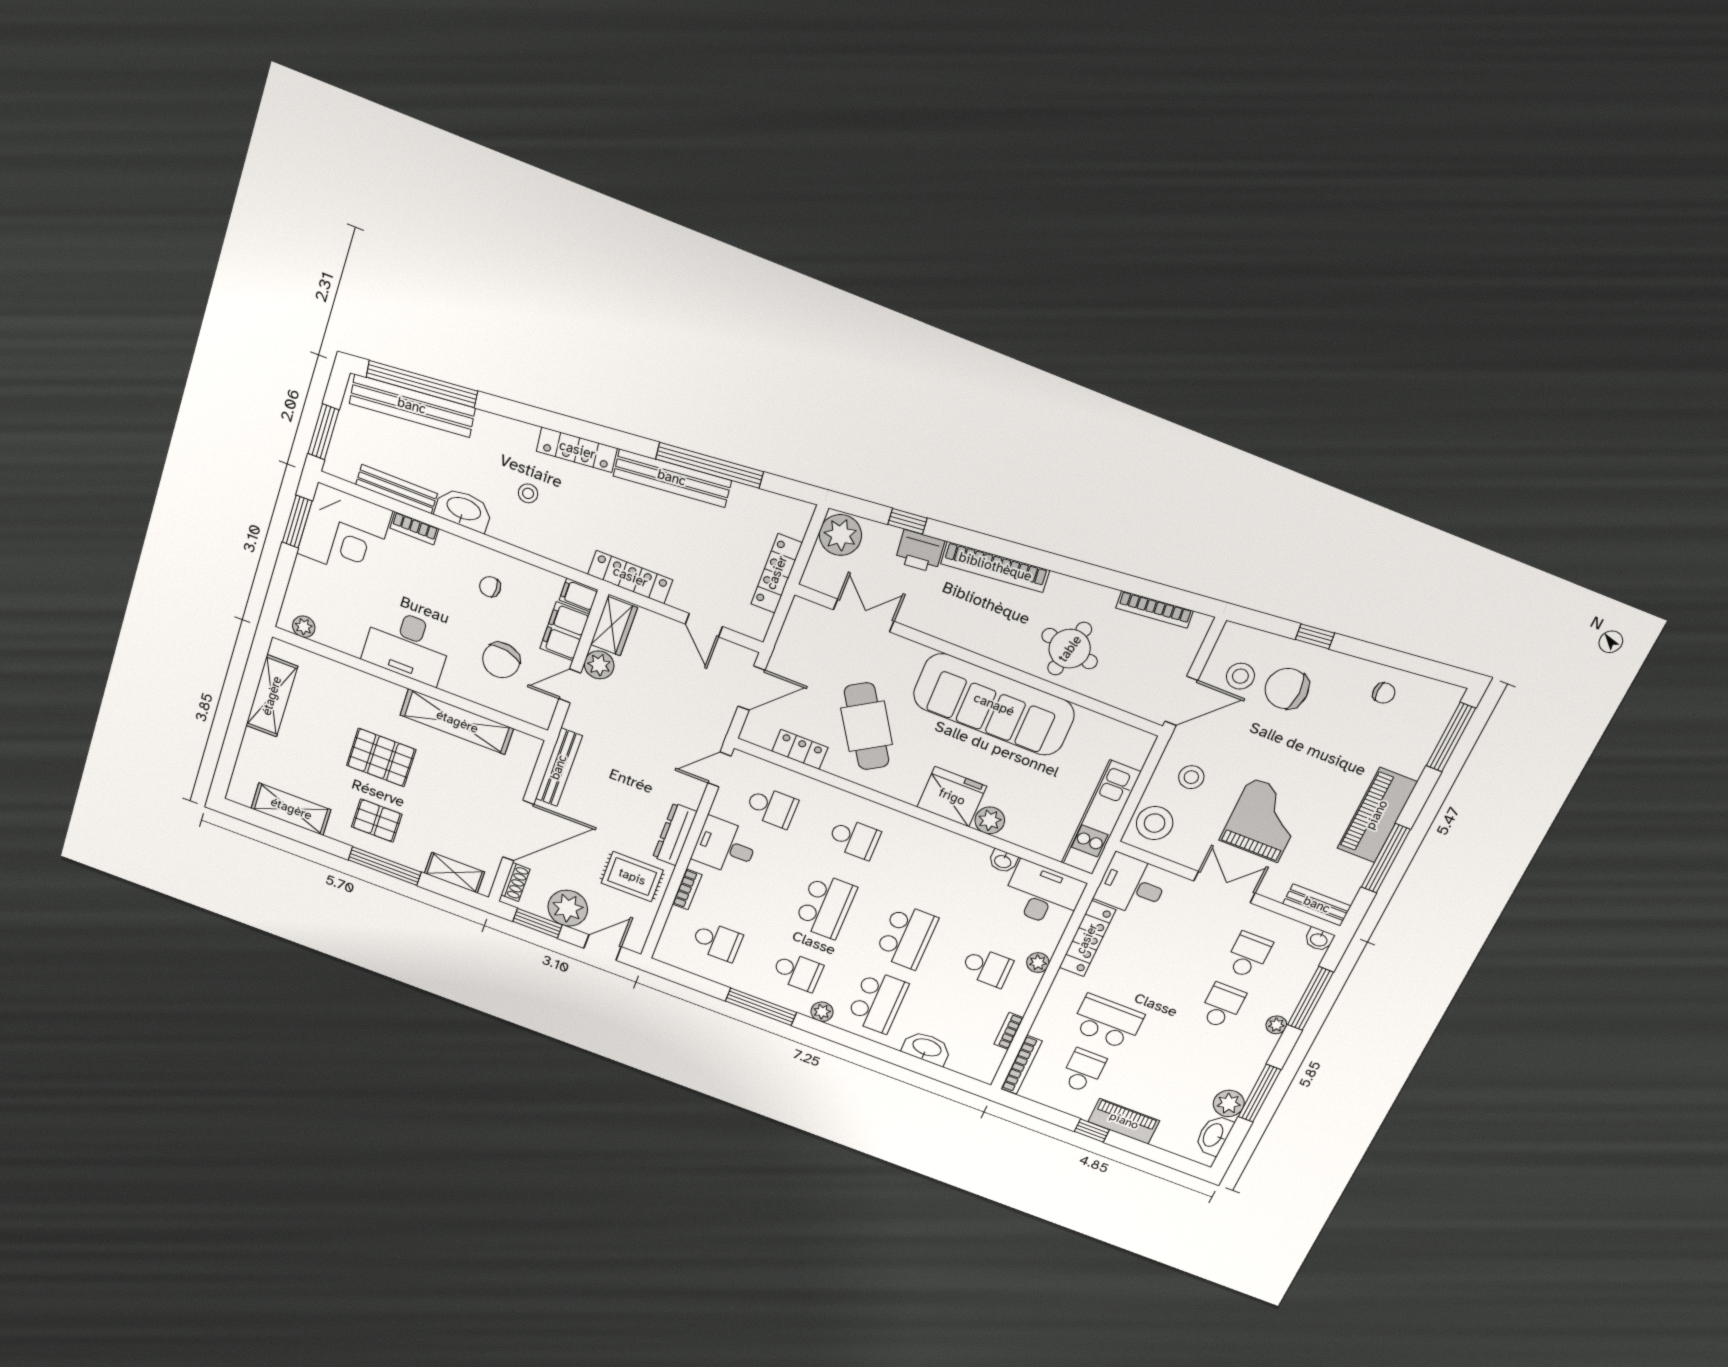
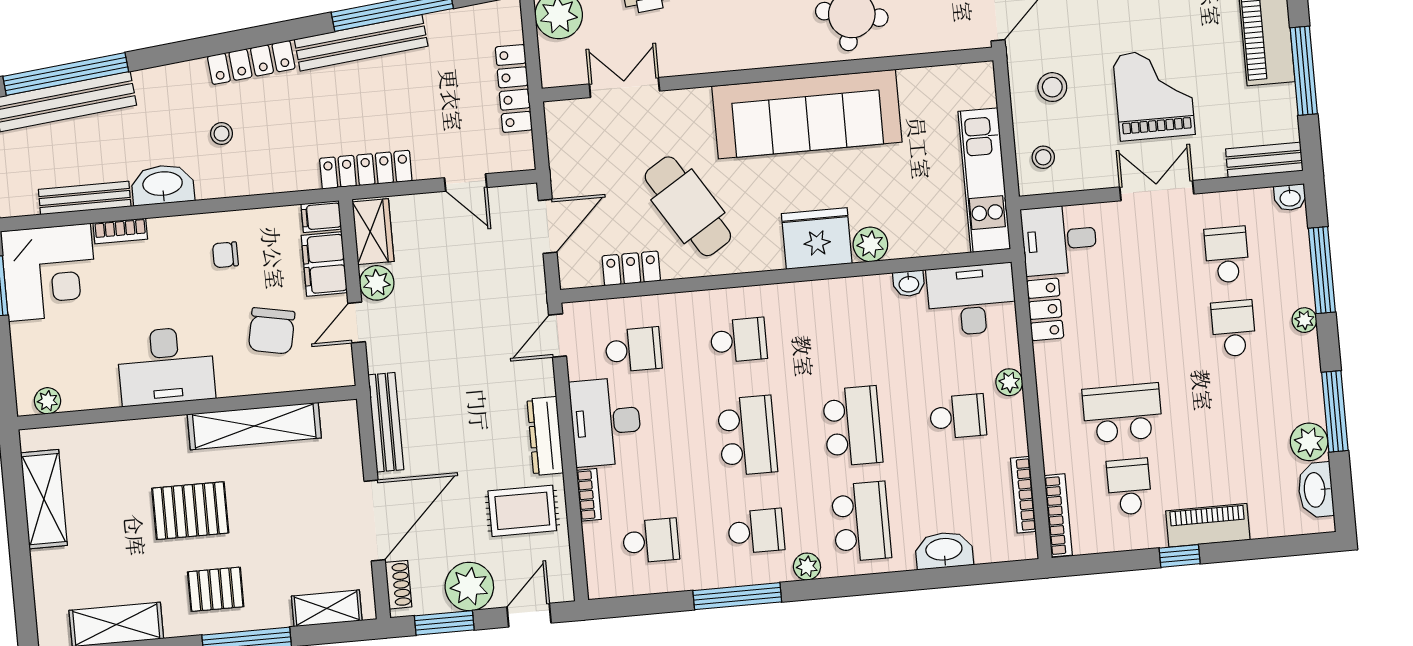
stool: (1155, 823) -> (1043, 157), width x0.53, depth x0.53
desk: (725, 846) -> (606, 422), width x1.37
locker: (1087, 939) -> (1045, 309), width x0.66
bookcase: (1009, 1031) -> (1023, 495), width x1.56

